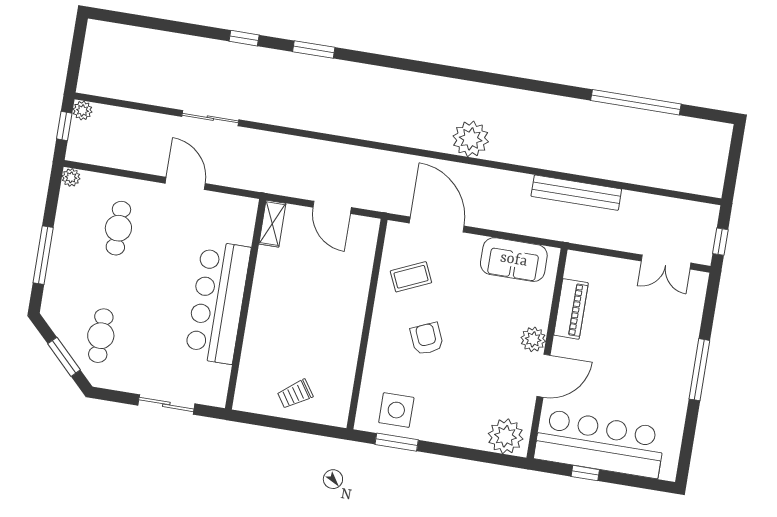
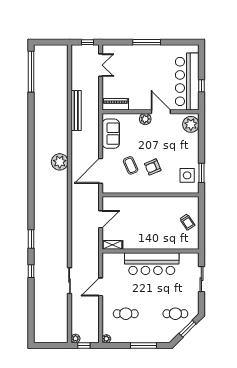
window: (636, 102) -> (31, 72), moved
coffee table: (411, 277) -> (131, 165), moved
piano: (571, 309) -> (115, 104), moved

